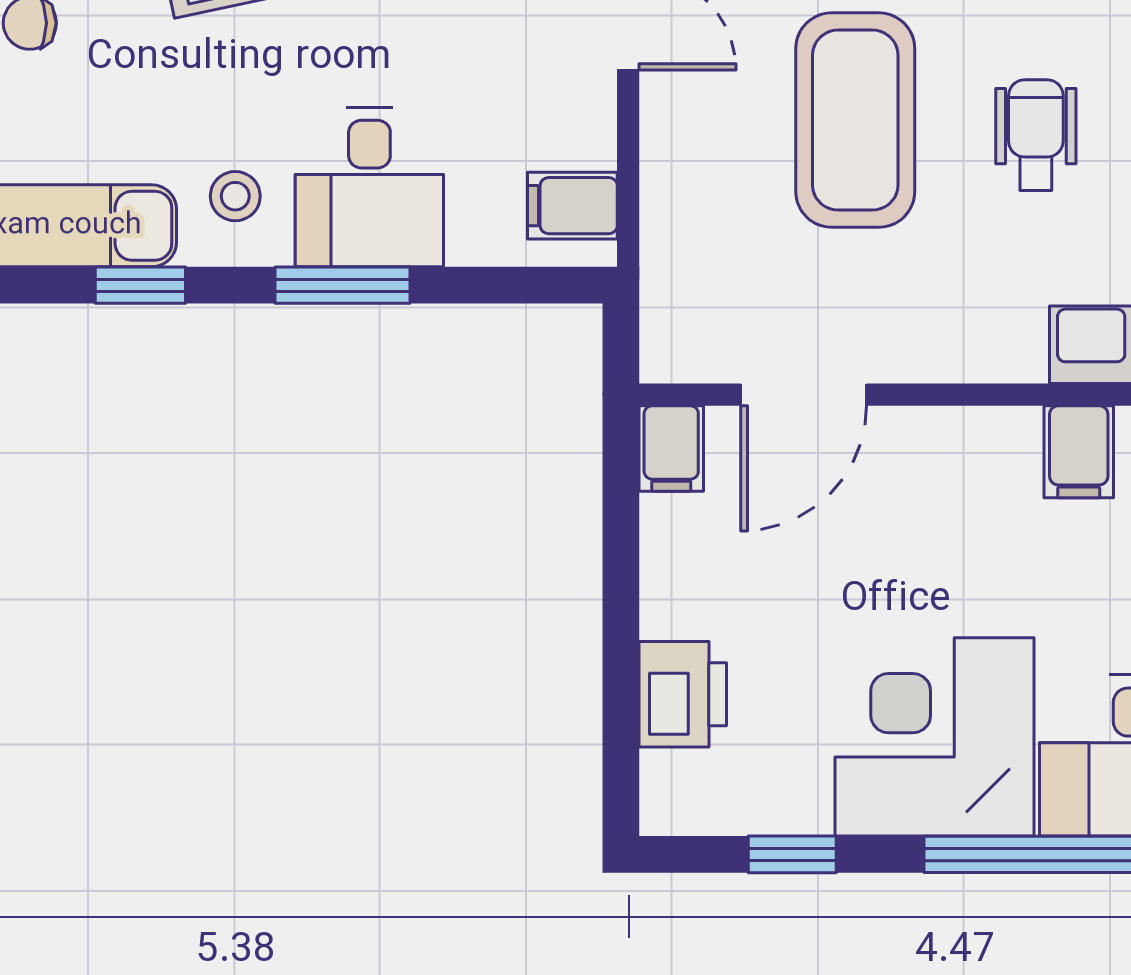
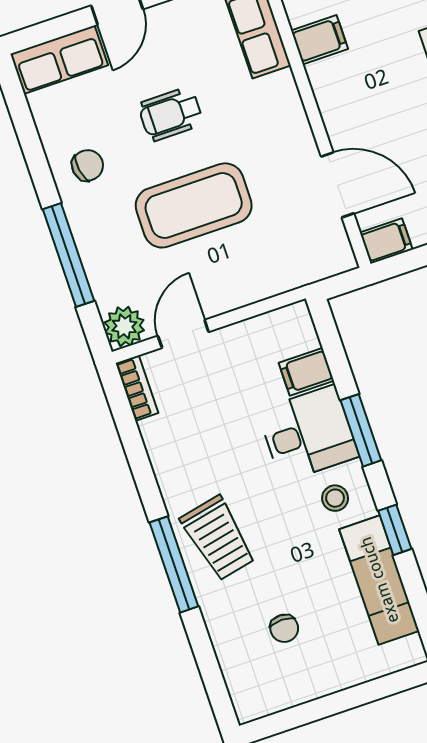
filing cabinet: (572, 206) -> (306, 372), moved, turned 90

